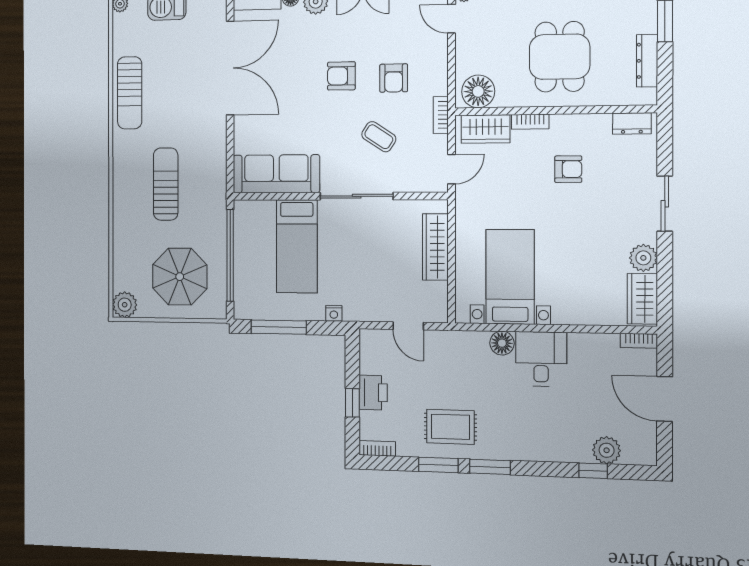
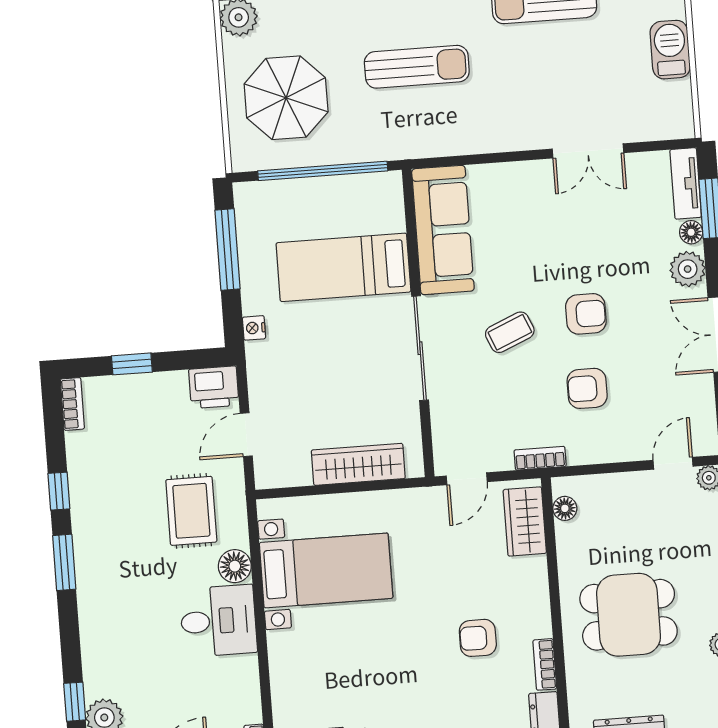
double door: (230, 68) -> (588, 151), width x0.54
armchair: (341, 76) -> (586, 314), turned 90
floor lamp: (478, 91) -> (565, 508), width x0.53, depth x0.53
bookcase: (530, 122) -> (545, 664), moved
coffee table: (379, 137) -> (510, 332), moved, turned 34
door: (451, 169) -> (467, 479), hinge flipped
armchair: (568, 169) -> (478, 638), turned 90
printer: (373, 393) -> (214, 387), moved
rug: (450, 427) -> (191, 511), moved
window: (438, 465) -> (59, 491), width x0.67

